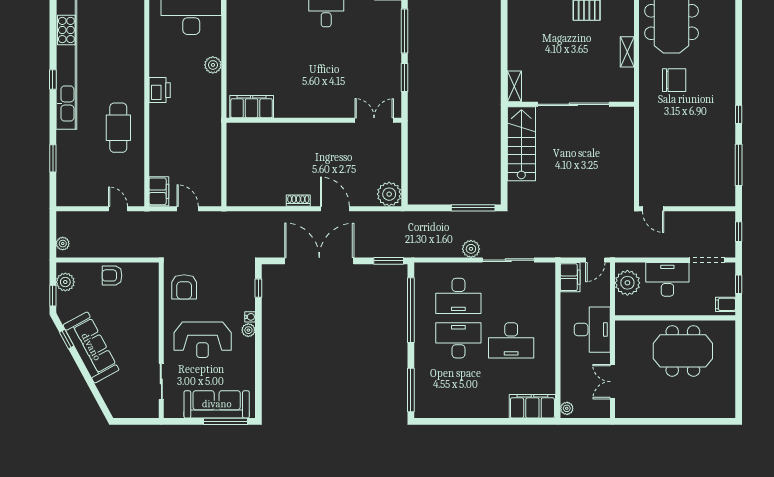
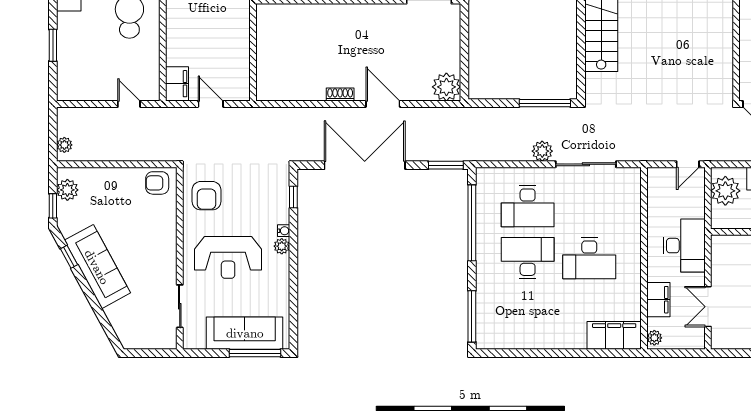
armchair: (112, 275) -> (157, 183), moved
filing cabinet: (570, 277) -> (658, 300), moved

